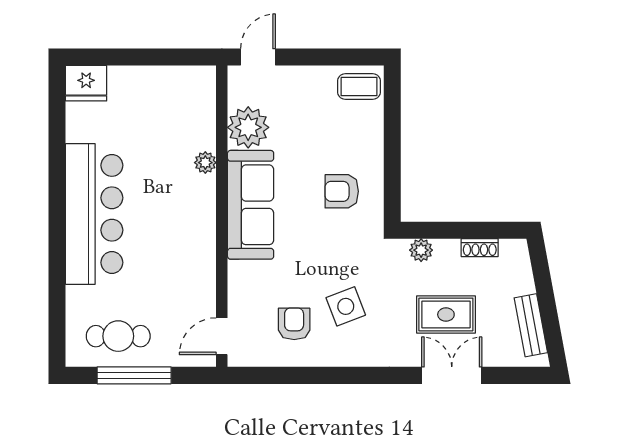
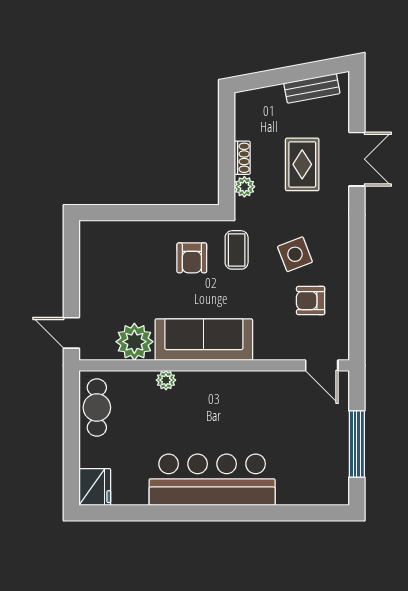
coffee table: (359, 86) -> (237, 250), moved
shoe rack: (480, 248) -> (242, 158), moved
cafe table: (118, 336) -> (97, 408), moved
double door: (452, 375) -> (357, 159), swing flipped

